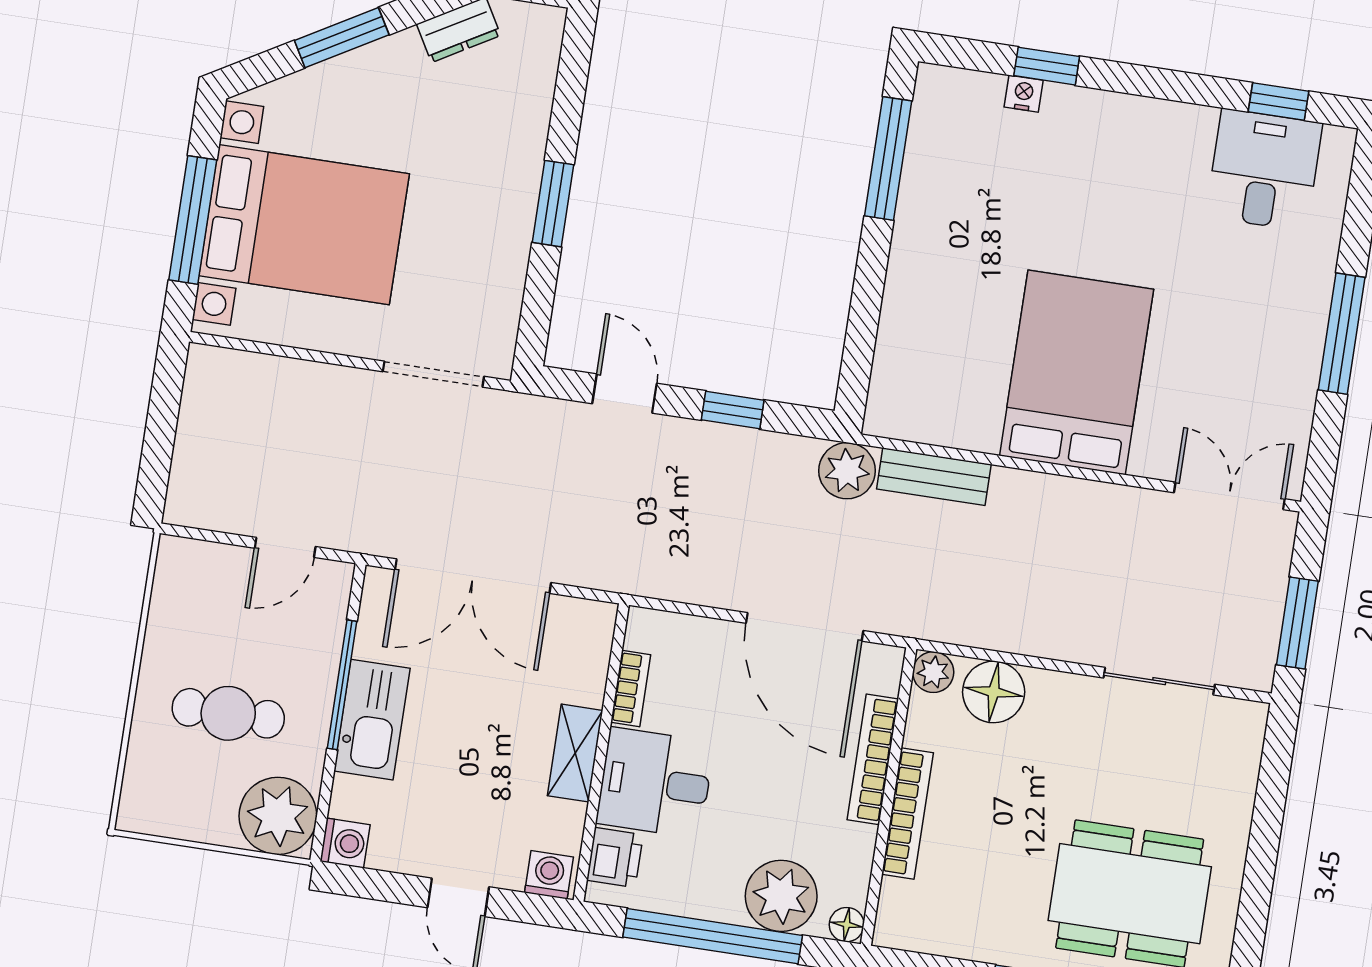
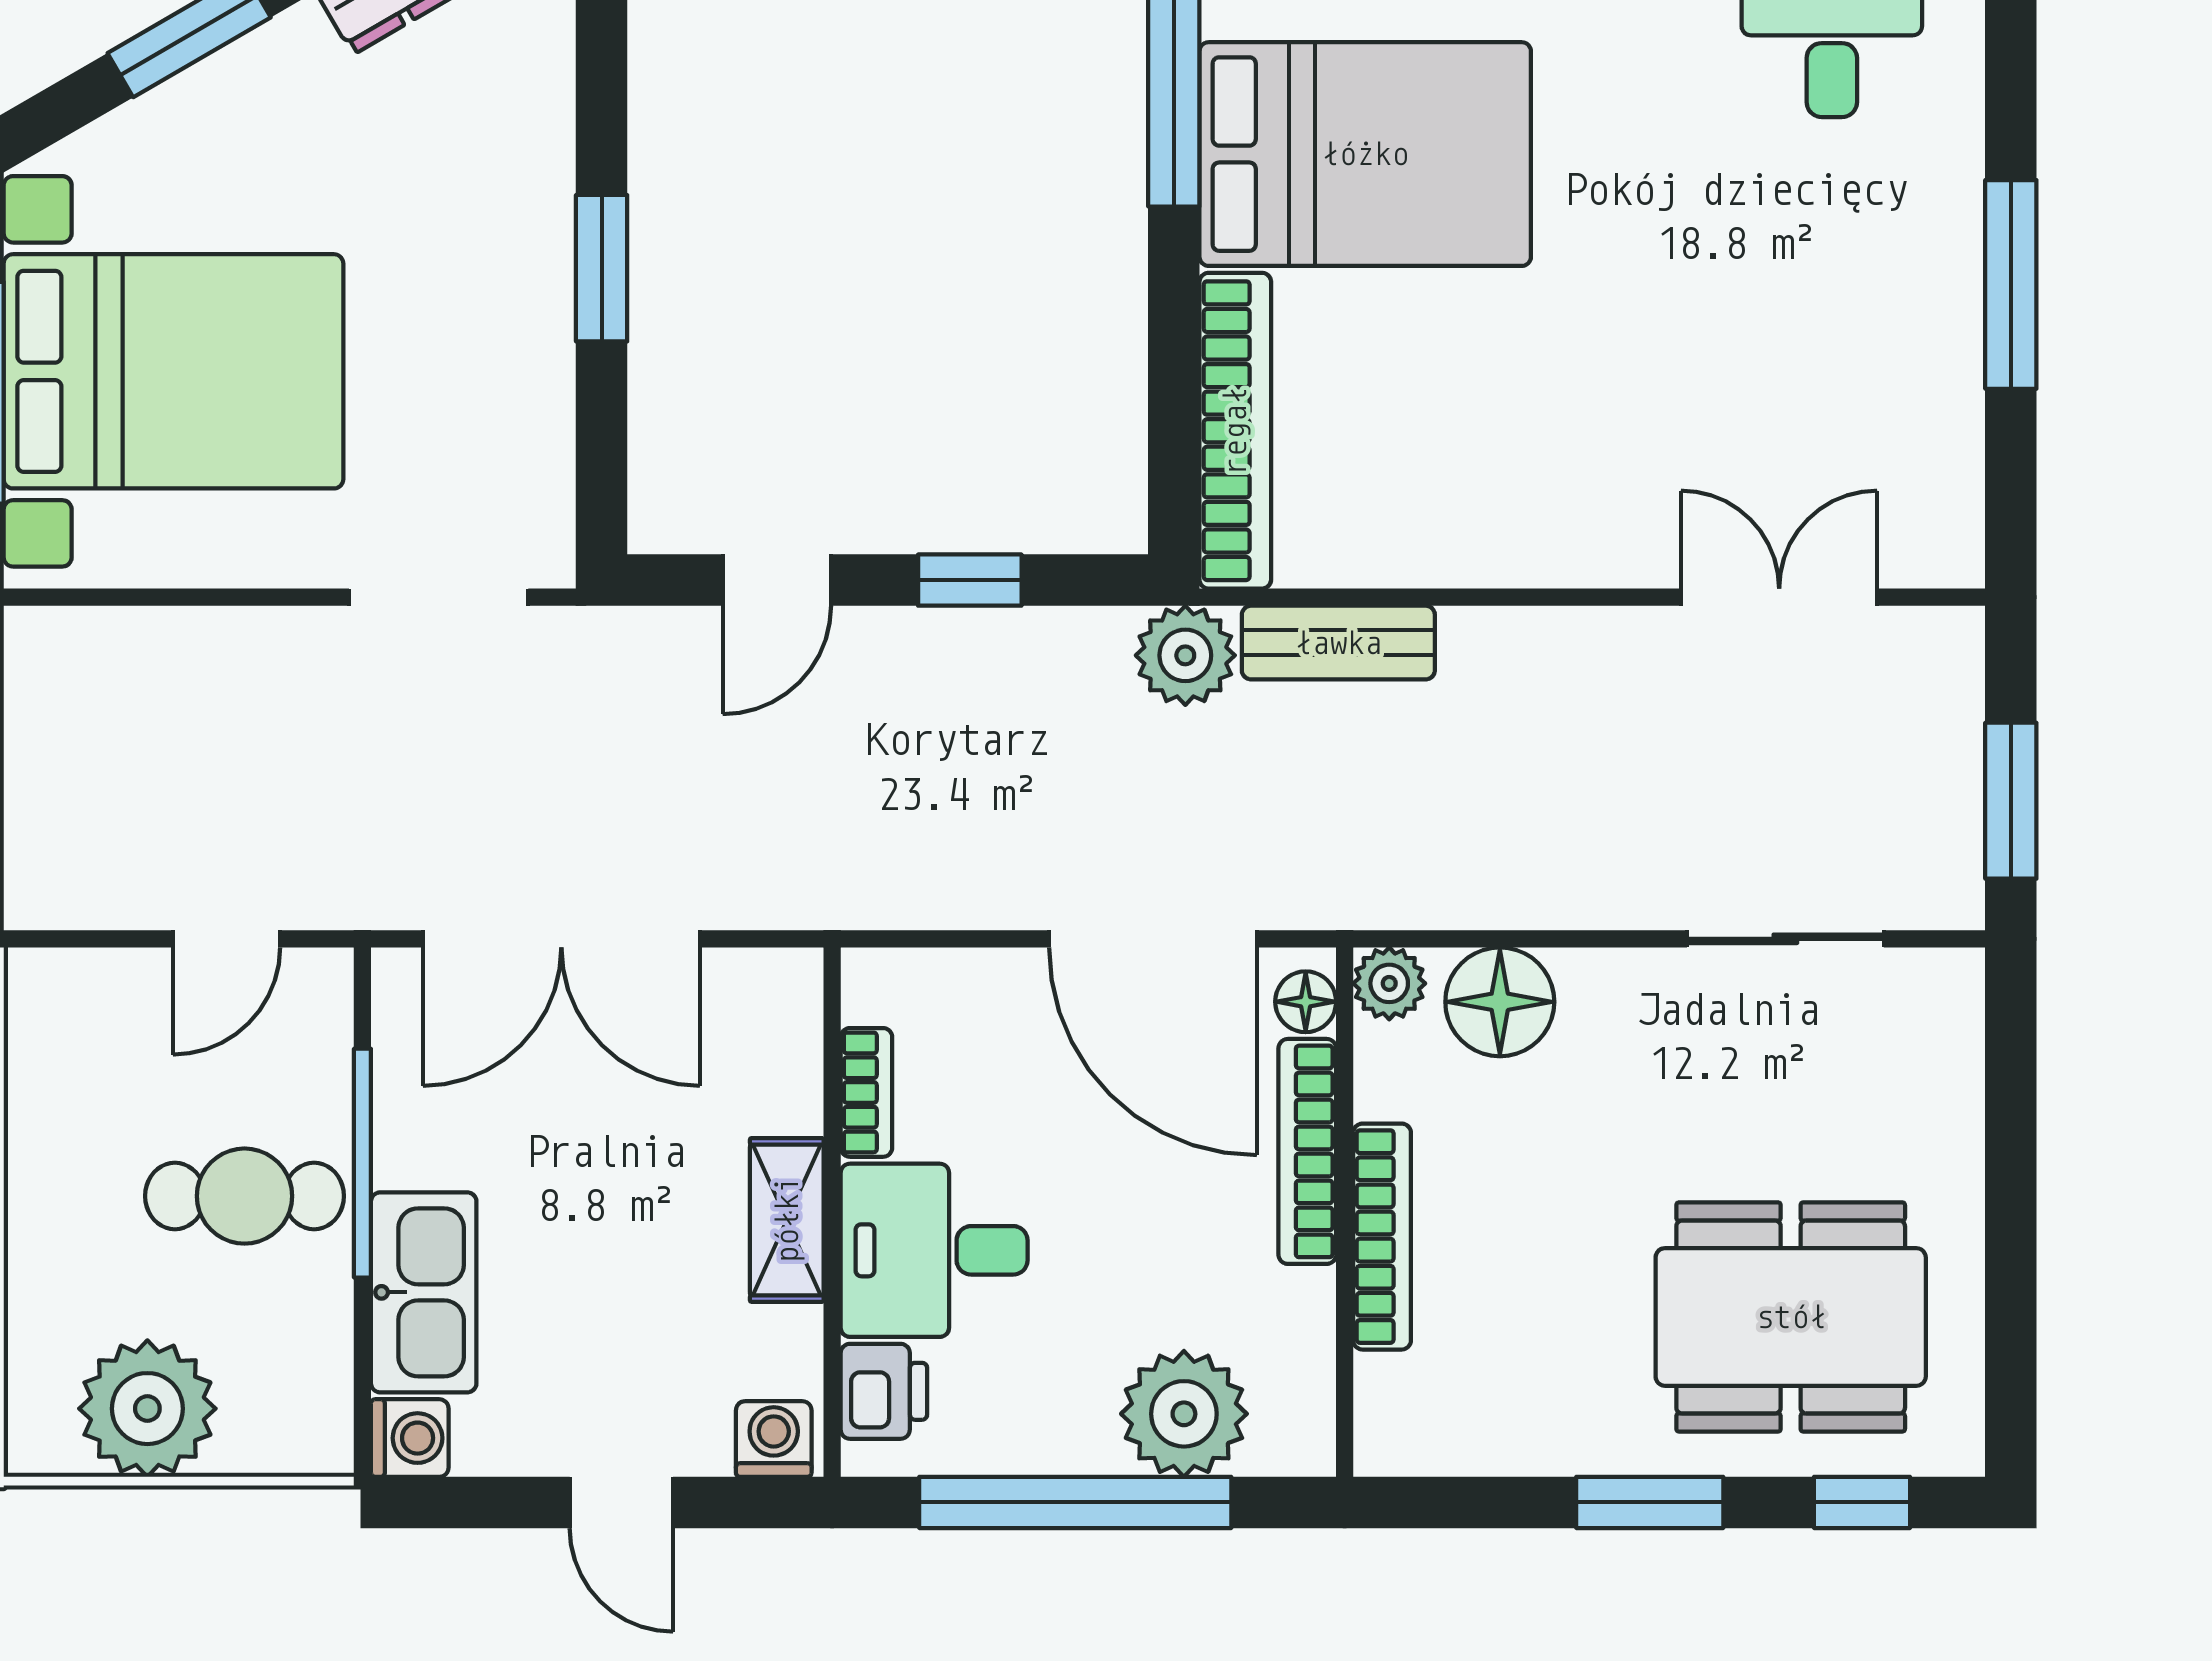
bookcase: (894, 349) -> (1235, 431), added
bed: (1077, 372) -> (1365, 154), moved, turned 90
door: (624, 393) -> (777, 580), swing flipped
double door: (1229, 496) -> (1779, 597), moved
cafe table: (228, 713) -> (244, 1196), moved
kitchen sink: (372, 720) -> (424, 1292), moved
plant: (278, 816) -> (147, 1409), moved
floor lamp: (847, 925) -> (1306, 1002), moved

